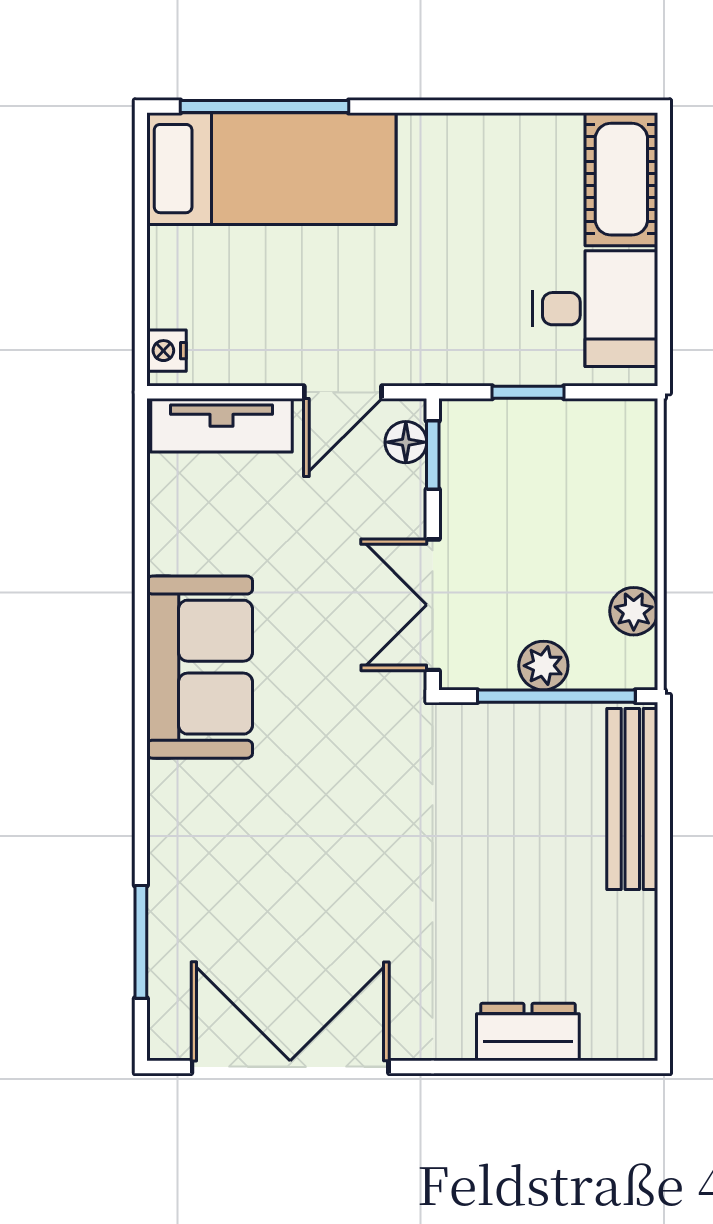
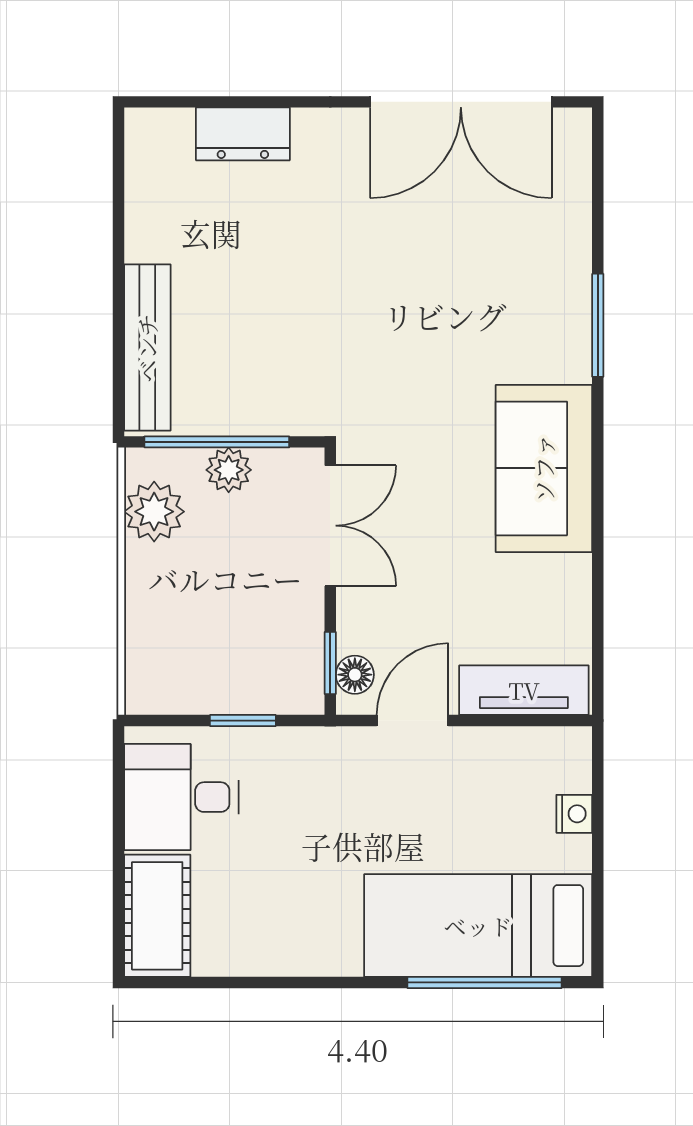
nightstand: (167, 351) -> (574, 814), moved
plant: (634, 611) -> (154, 512), width x1.38, depth x1.38
window: (141, 942) -> (598, 325), moved

